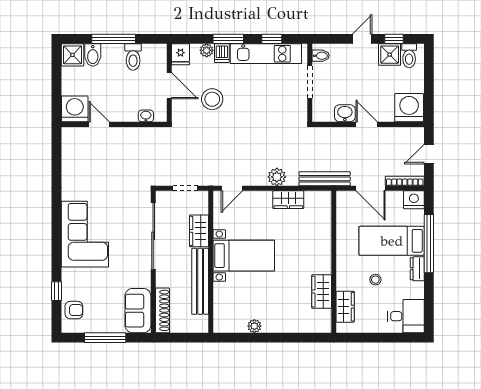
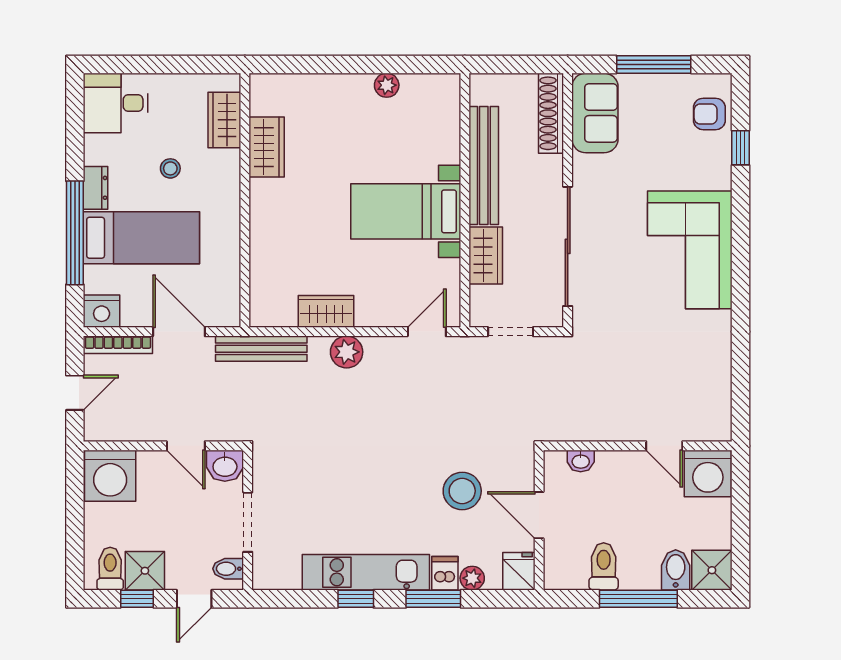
bidet: (321, 56) -> (228, 569), moved
doorway: (310, 82) -> (248, 522), moved
wall: (310, 83) -> (248, 520), moved

